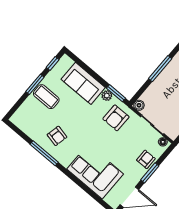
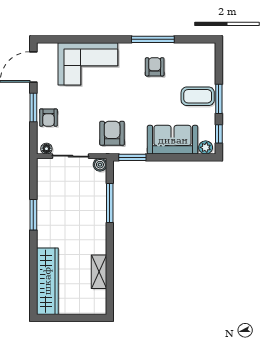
window: (160, 69) -> (110, 203), moved
plant: (107, 96) -> (206, 147), moved
armchair: (57, 136) -> (155, 67), turned 78

